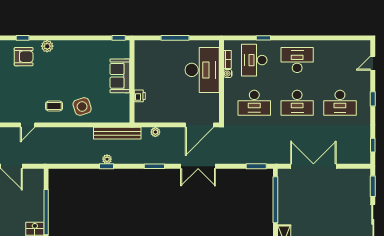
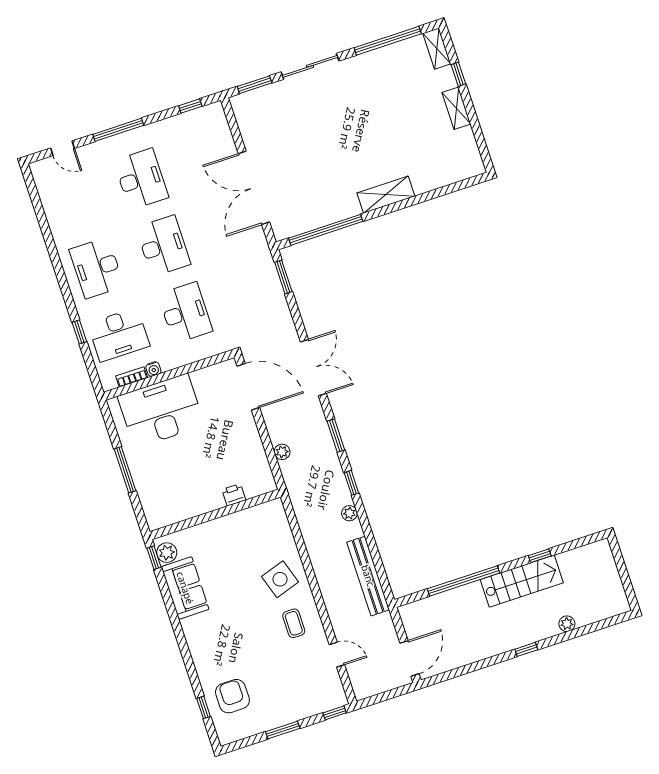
plant: (47, 46) -> (167, 553), moved
sofa: (120, 76) -> (185, 588), moved, turned -90
window: (373, 99) -> (118, 130), width x2.17
bench: (117, 133) -> (368, 576), moved
window: (106, 166) -> (351, 483), moved

